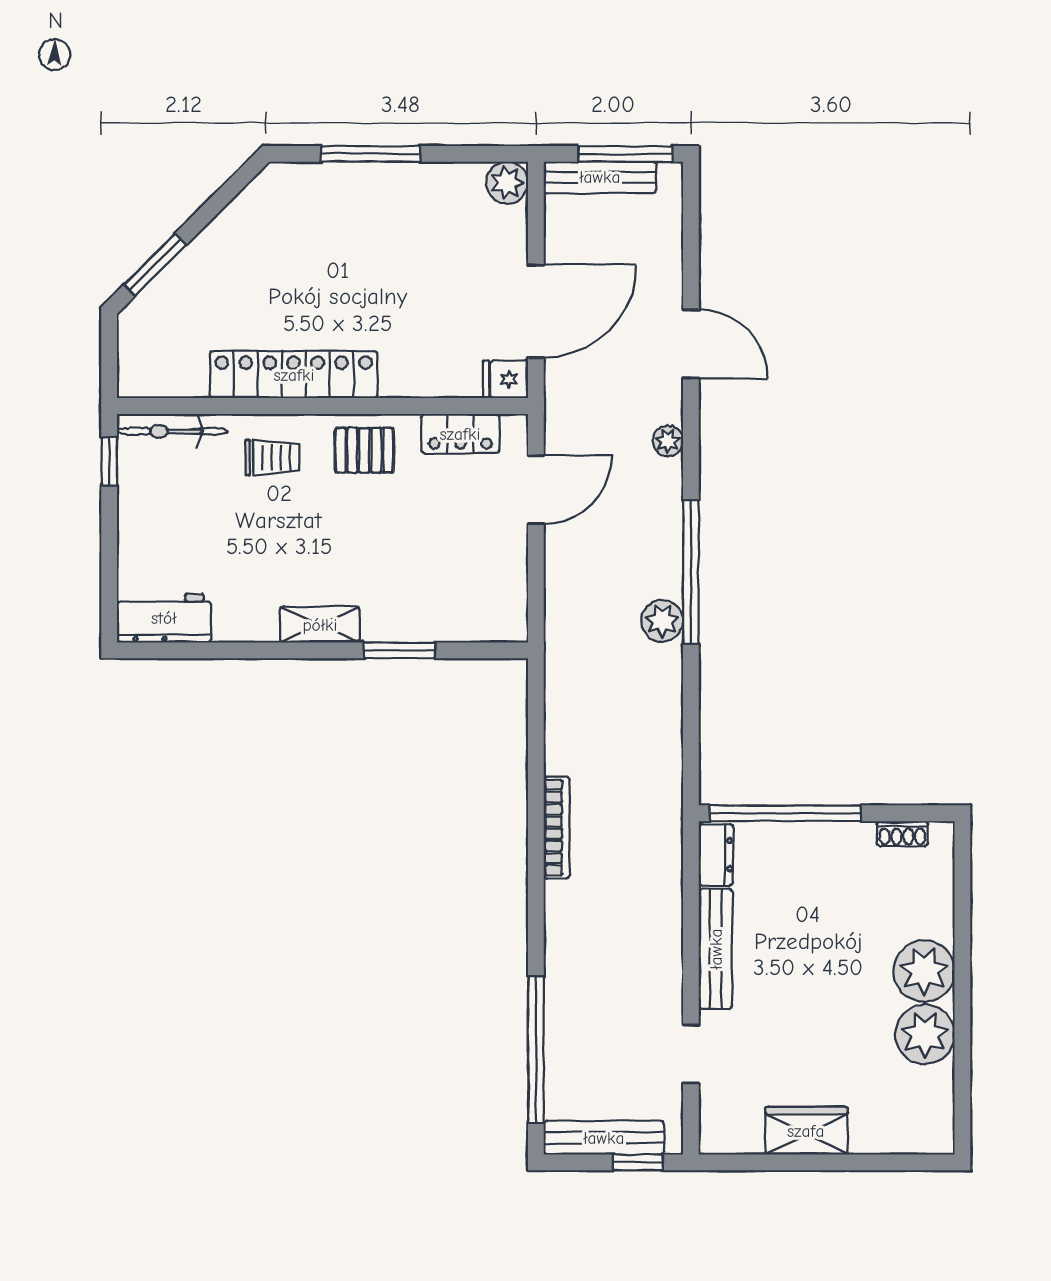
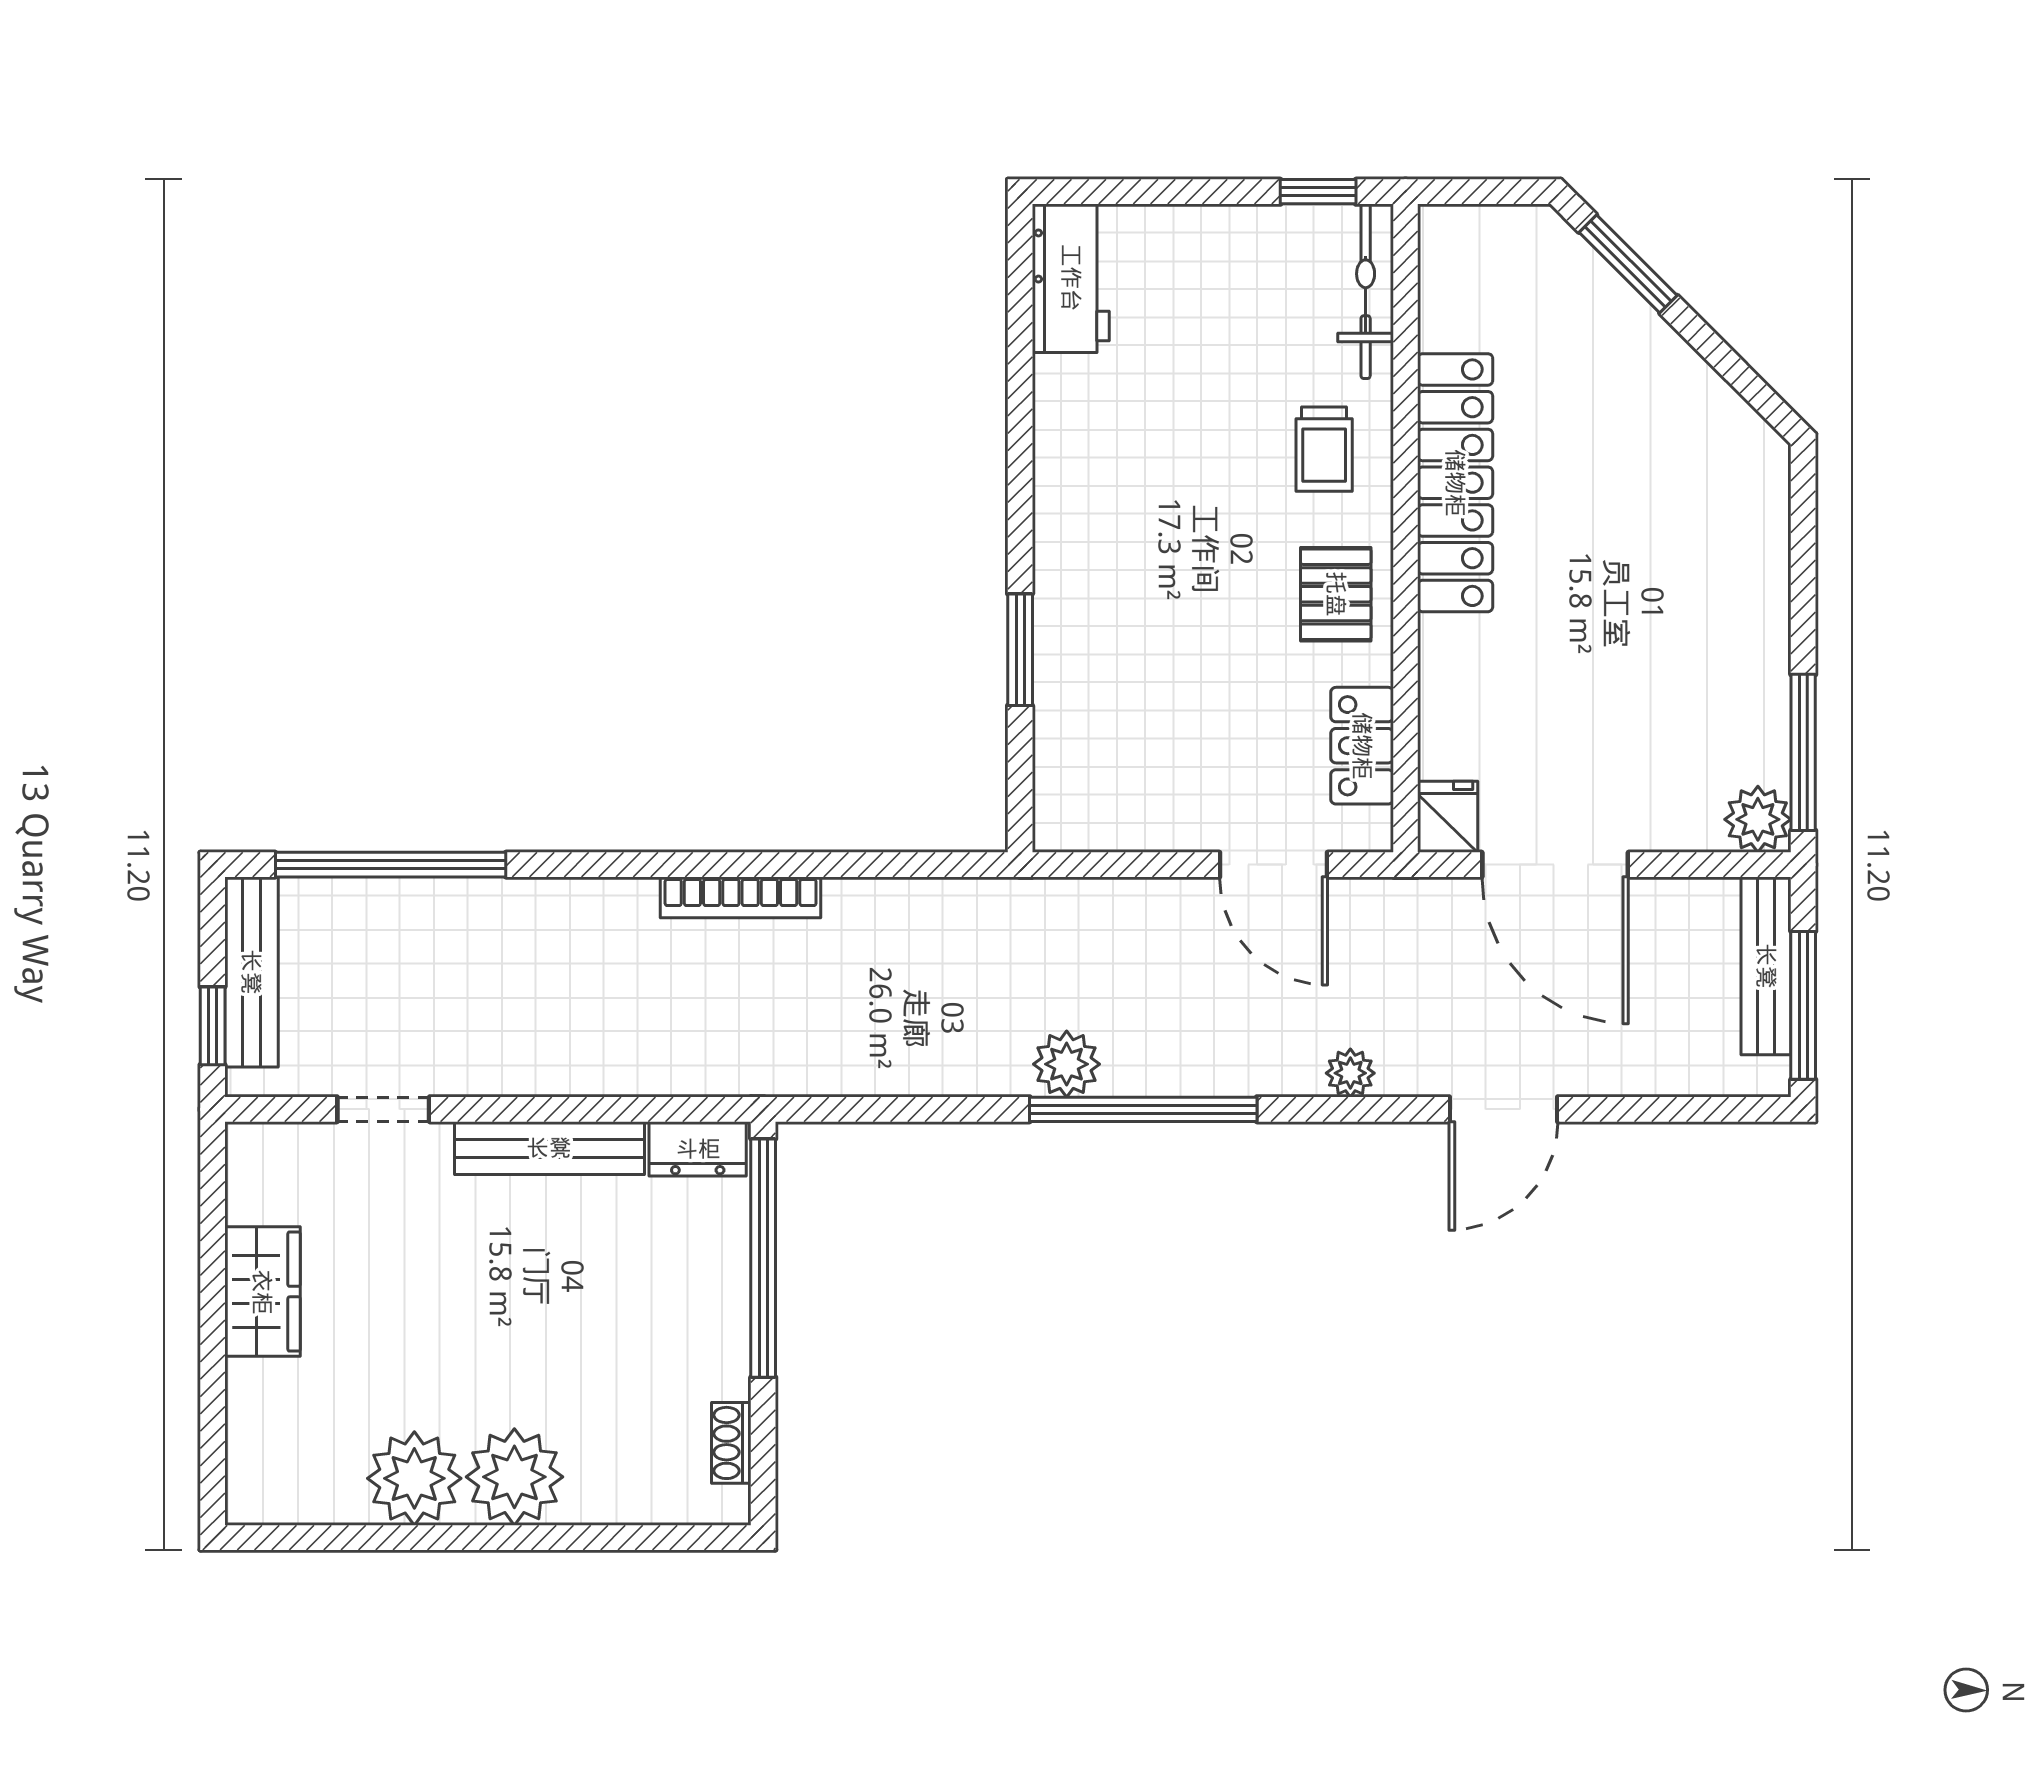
window: (371, 154) -> (1803, 752), moved
shelving: (320, 625) -> (1061, 524), removed

